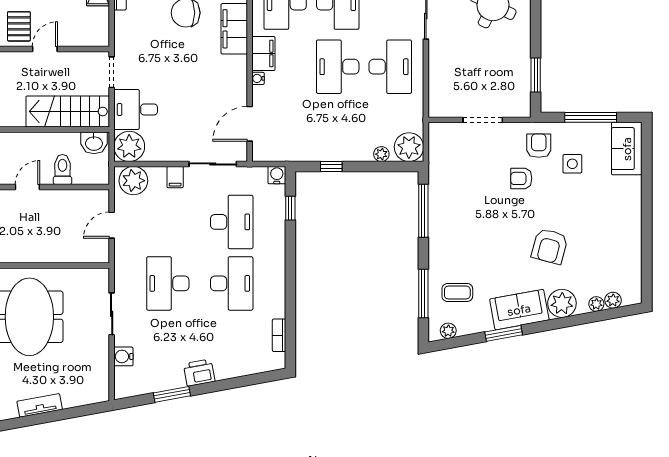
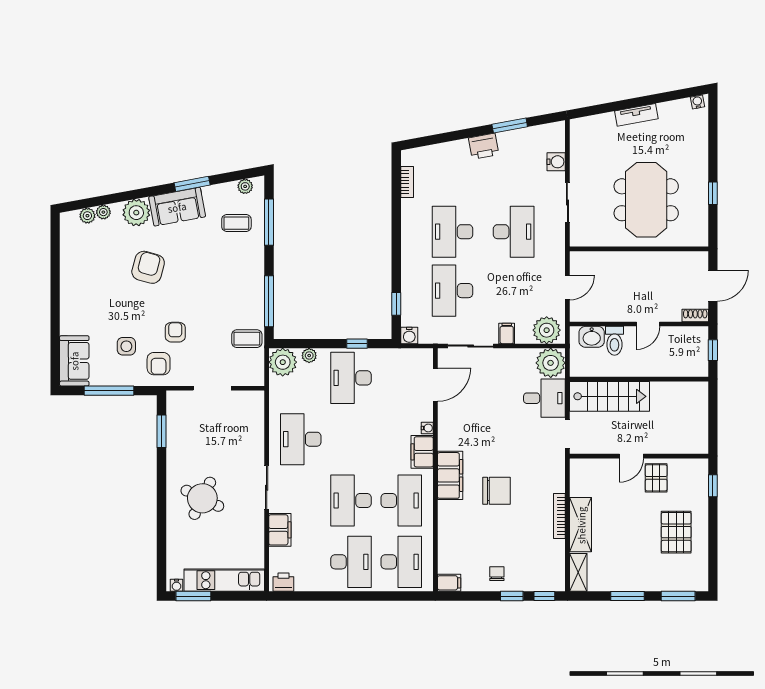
desk: (338, 67) -> (351, 378), moved, turned 180
washbasin: (94, 143) -> (592, 337), moved, turned 180
coffee table: (446, 172) -> (247, 339), added
armchair: (521, 178) -> (175, 332), turned -90

